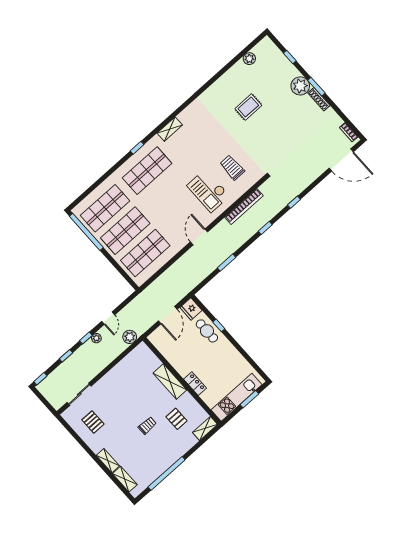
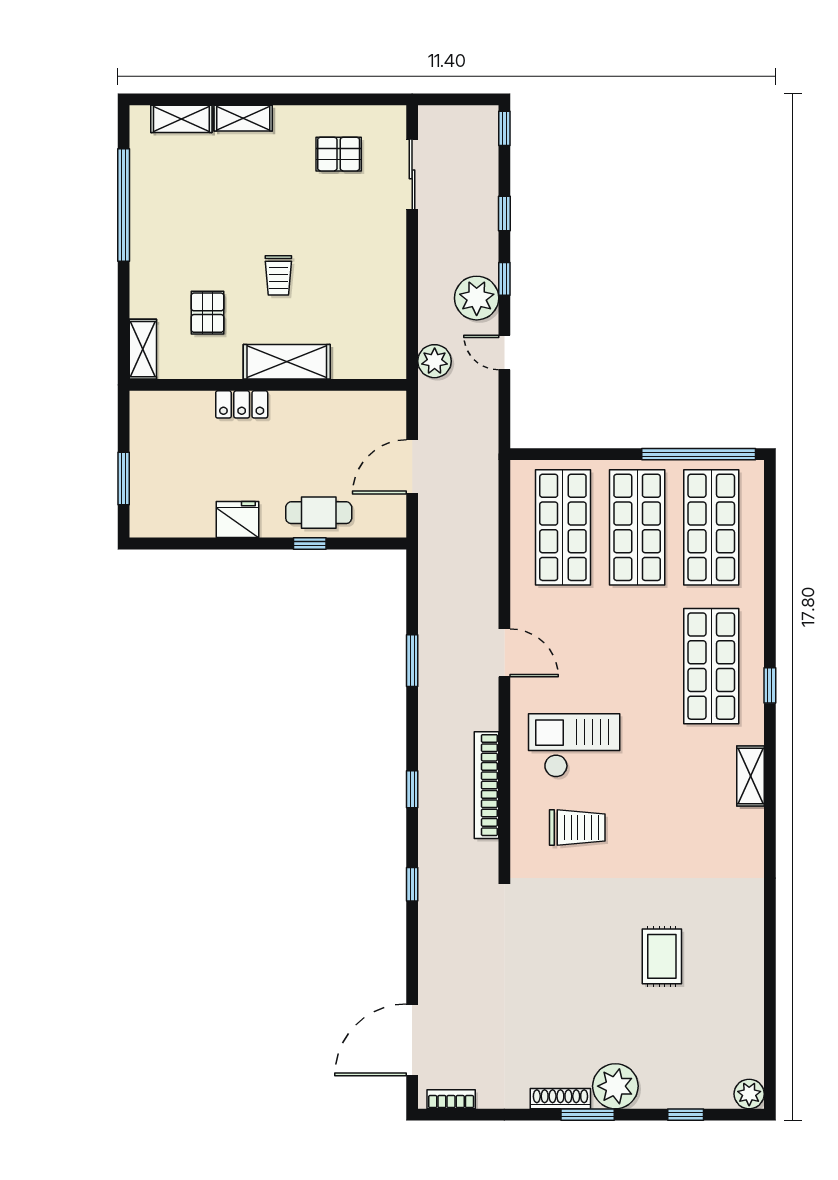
plant: (249, 59) -> (749, 1094), moved
fridge: (191, 309) -> (238, 520), moved
door: (168, 315) -> (412, 467), hinge flipped
plant: (96, 338) -> (477, 298), width x1.88, depth x1.88
kitchen unit: (236, 397) -> (148, 458), removed
pallet: (176, 419) -> (207, 313), turned 90
trolley: (147, 426) -> (278, 275), moved

